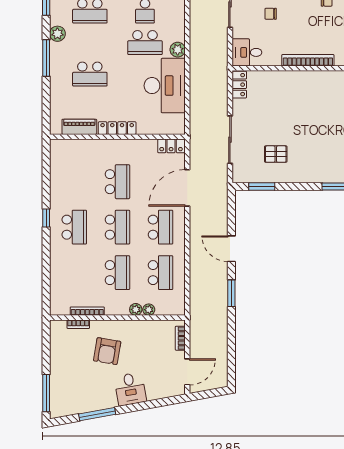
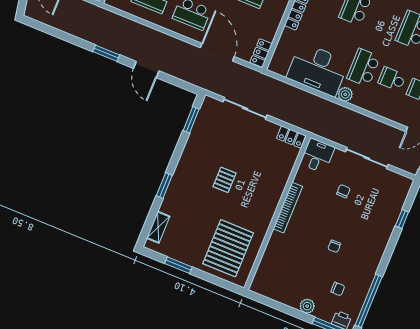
pallet: (276, 154) -> (224, 180), moved
door: (231, 249) -> (146, 70), swing flipped

